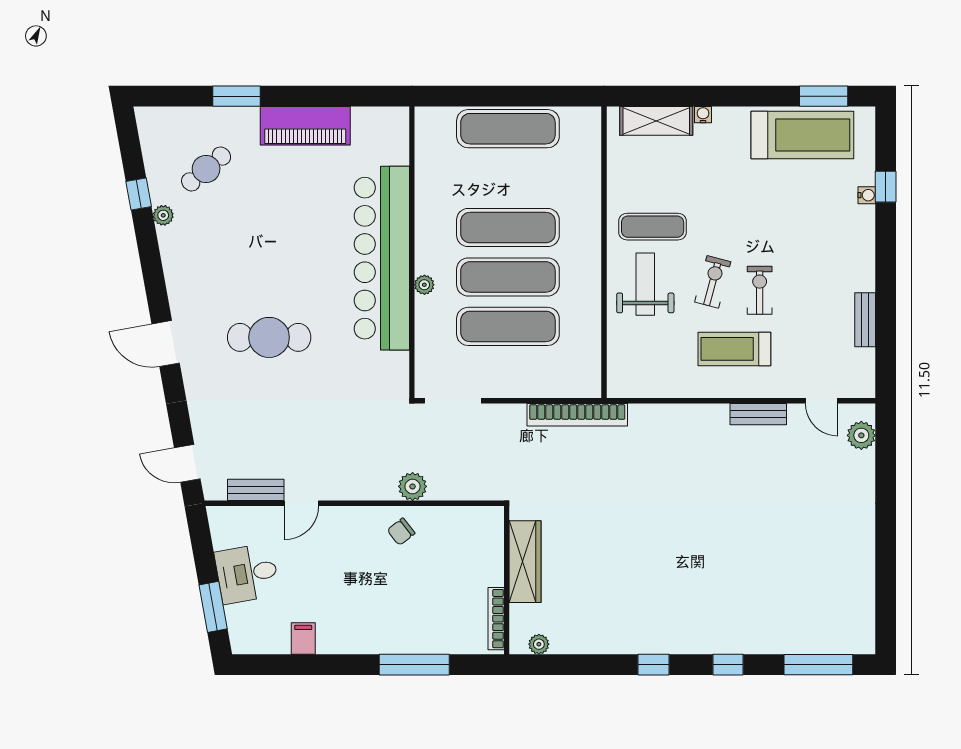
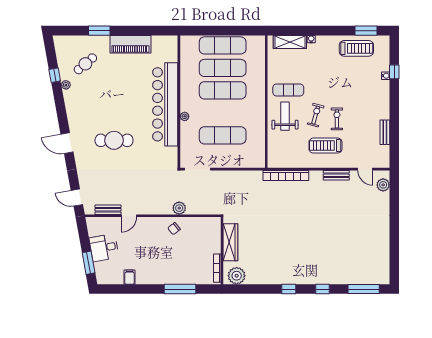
treadmill: (802, 135) -> (356, 48), width x0.73, depth x0.73
exercise mat: (508, 277) -> (223, 68), moved
bookcase: (577, 415) -> (286, 175), moved
plant: (539, 644) -> (237, 276), width x1.88, depth x1.88

